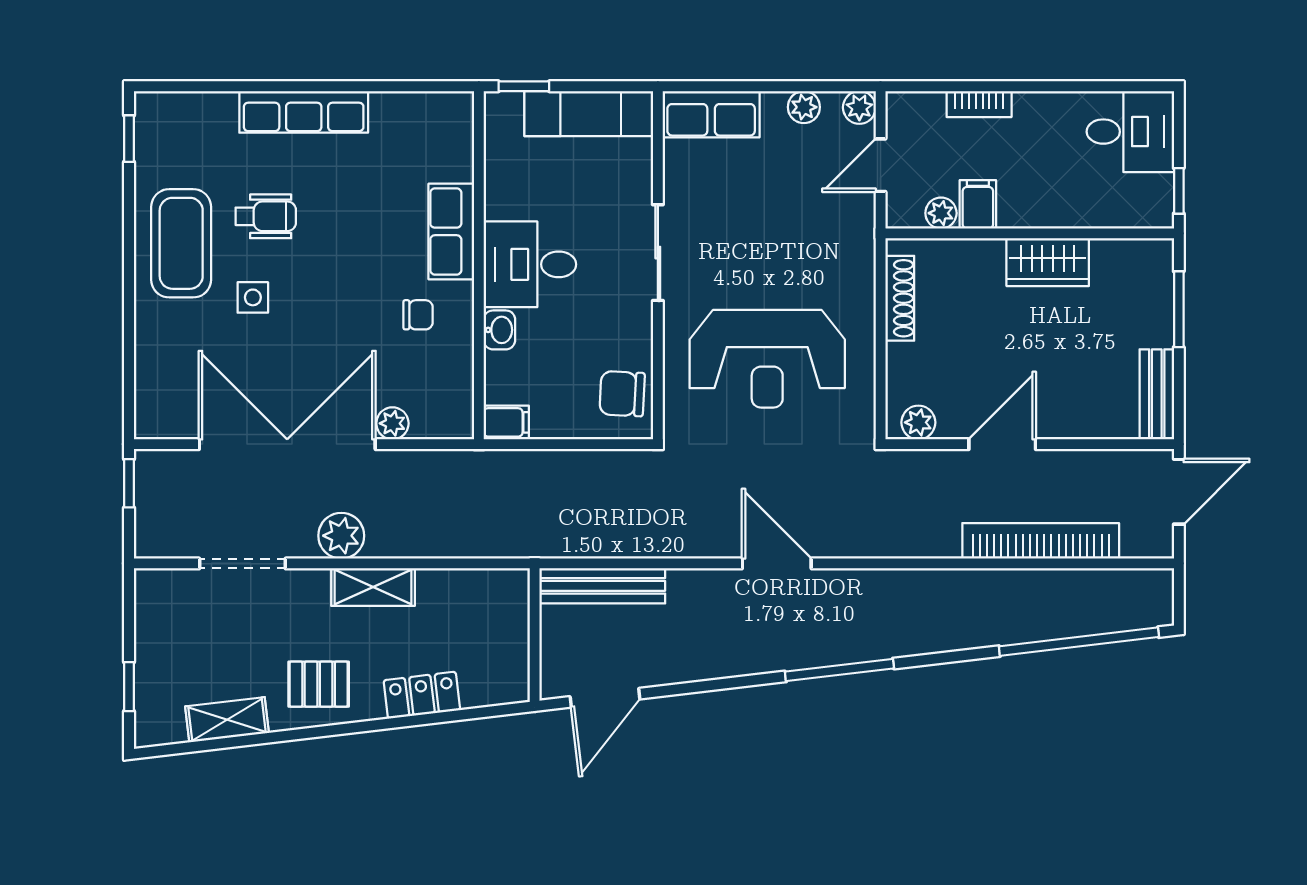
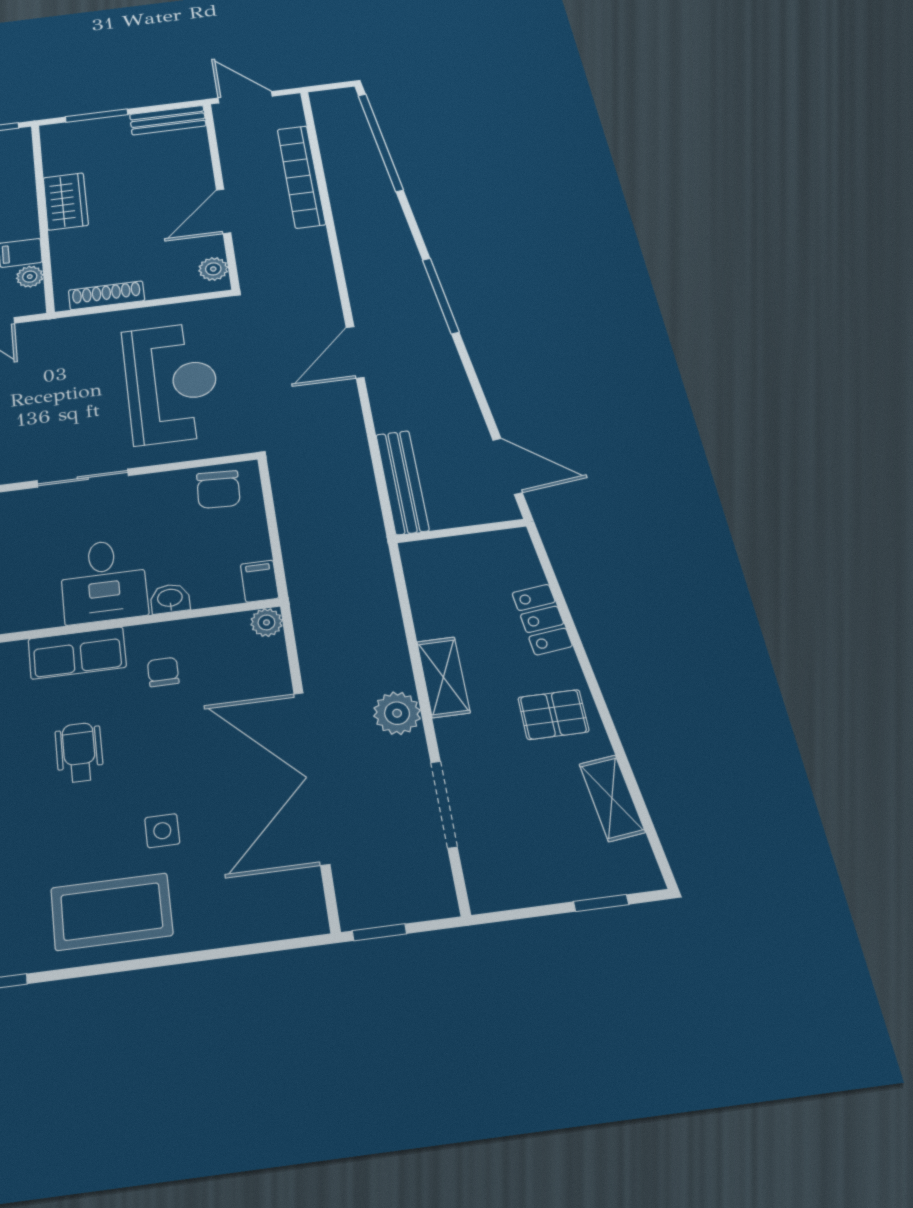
wheelchair: (266, 216) -> (79, 752), moved
plant: (392, 423) -> (266, 622), moved
door: (1002, 444) -> (224, 211), hinge flipped
pallet: (319, 684) -> (553, 715), turned 90

